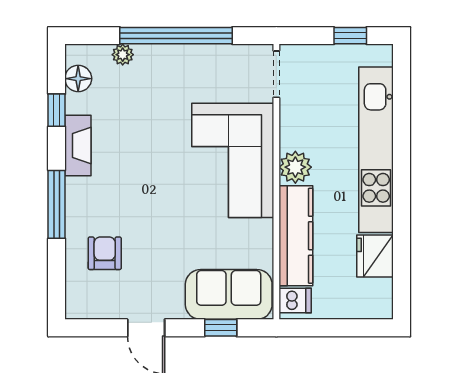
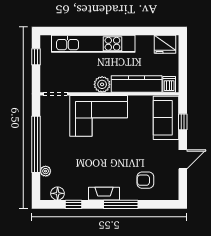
fireplace: (78, 145) -> (104, 194), moved
fridge: (375, 256) -> (165, 44), moved

